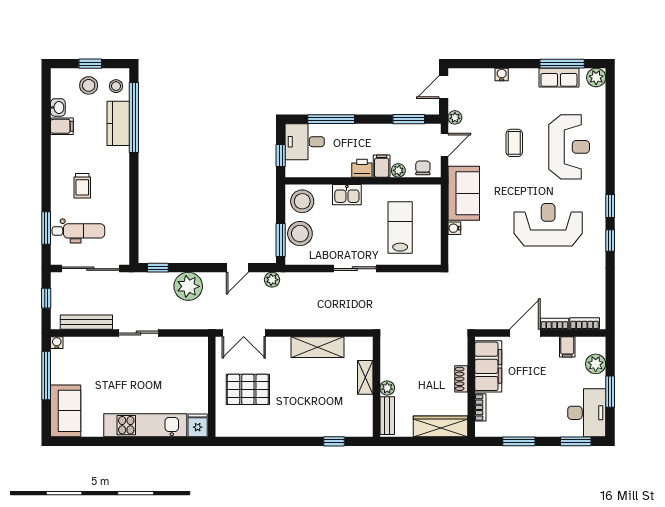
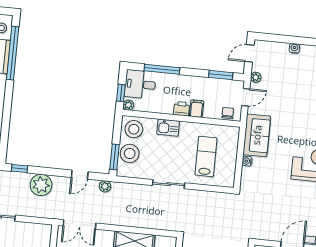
coffee table: (514, 143) -> (299, 101), removed
plant: (398, 170) -> (128, 105), moved

